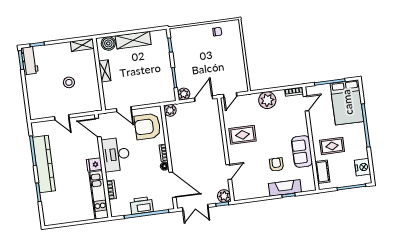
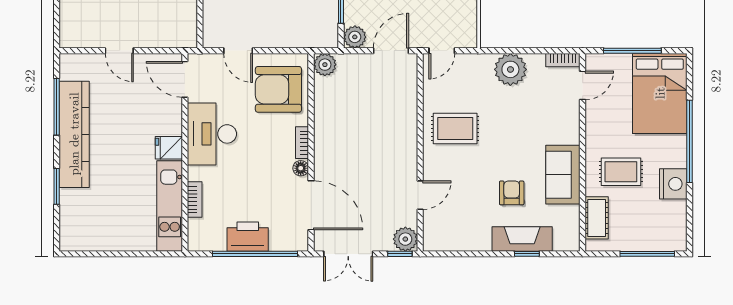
nightstand: (363, 167) -> (673, 184), moved

